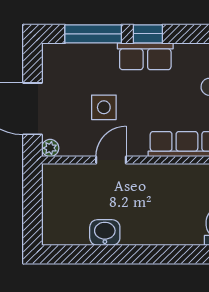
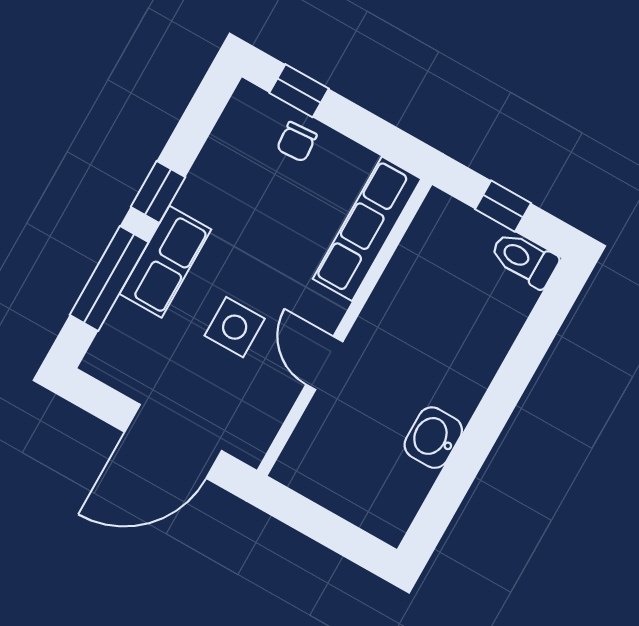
row of seats: (145, 56) -> (165, 262), moved
plant: (50, 148) -> (251, 448), removed

